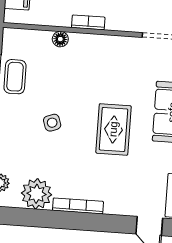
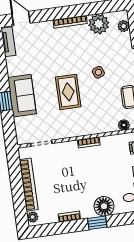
floor lamp: (60, 39) -> (124, 125), moved
rug: (113, 129) -> (68, 92), moved

